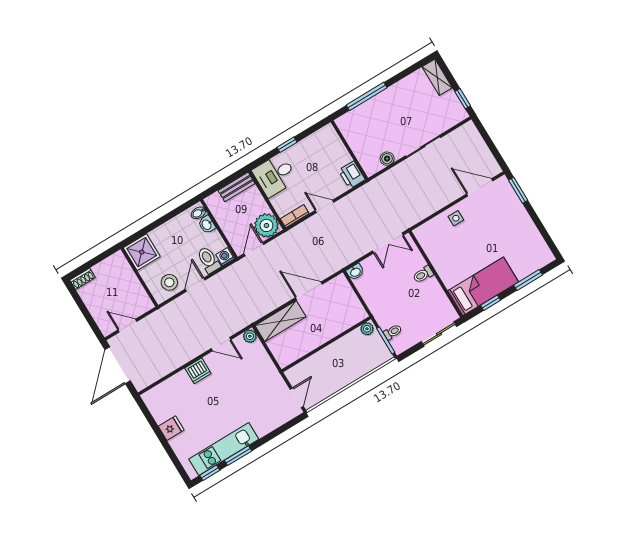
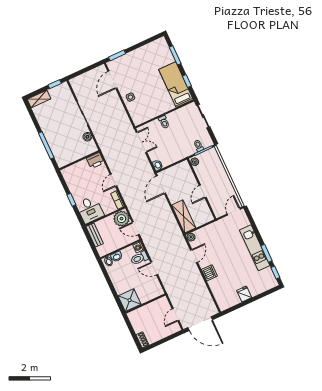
stool: (169, 282) -> (151, 285), removed
door: (309, 291) -> (161, 185), moved
door: (323, 346) -> (203, 191), added
door: (297, 398) -> (234, 212), hinge flipped
kitchen unit: (224, 449) -> (255, 248), moved

